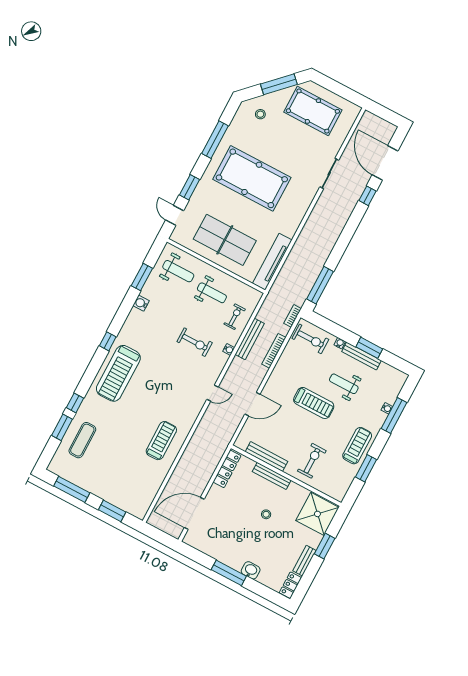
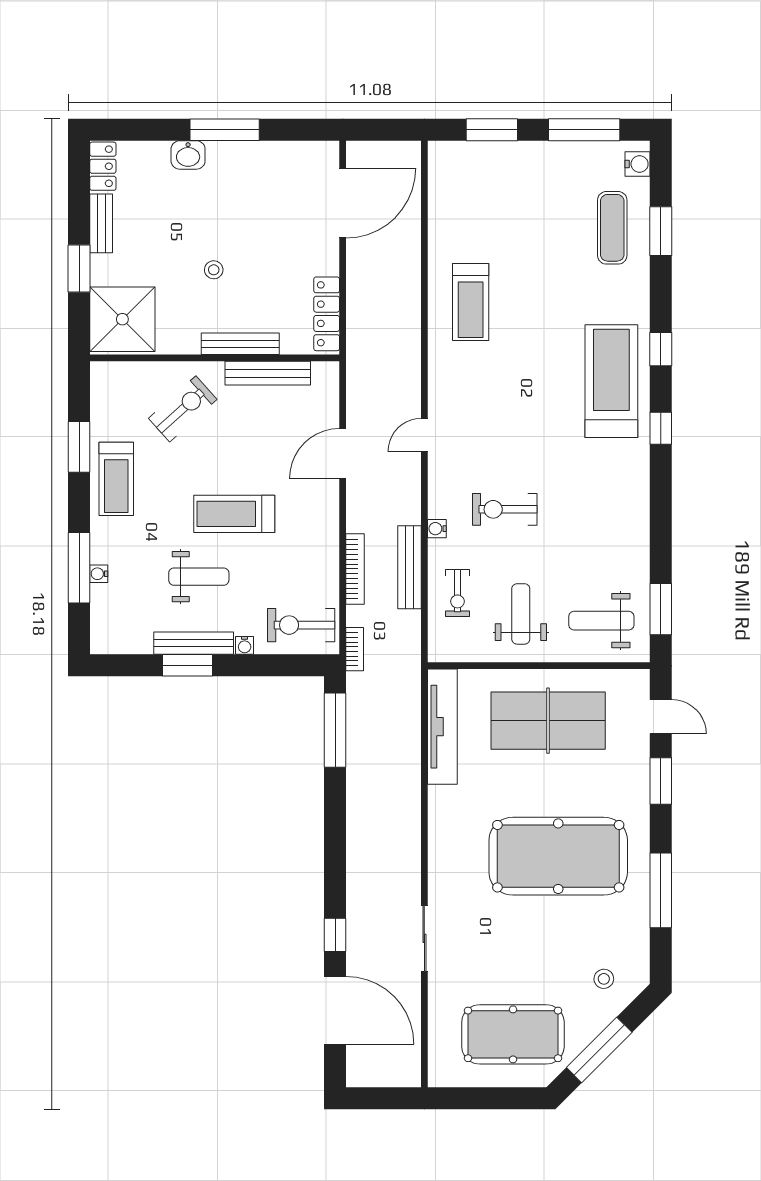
window: (142, 277) -> (661, 609), moved
weight bench: (212, 293) -> (521, 614), turned 90
water cooler: (141, 303) -> (638, 164), moved
window: (75, 403) -> (661, 349), moved
exercise bike: (312, 461) -> (183, 409), turned -132

